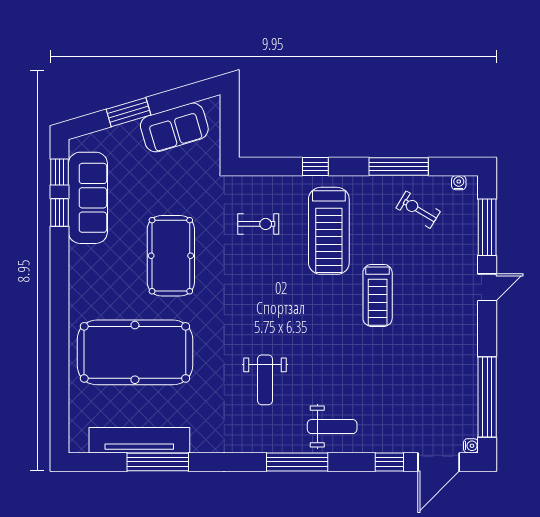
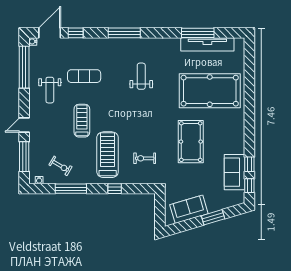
sofa: (88, 198) -> (234, 172), width x0.73
exercise mat: (373, 380) -> (84, 76), added
weight bench: (332, 427) -> (50, 90), moved, turned -90

